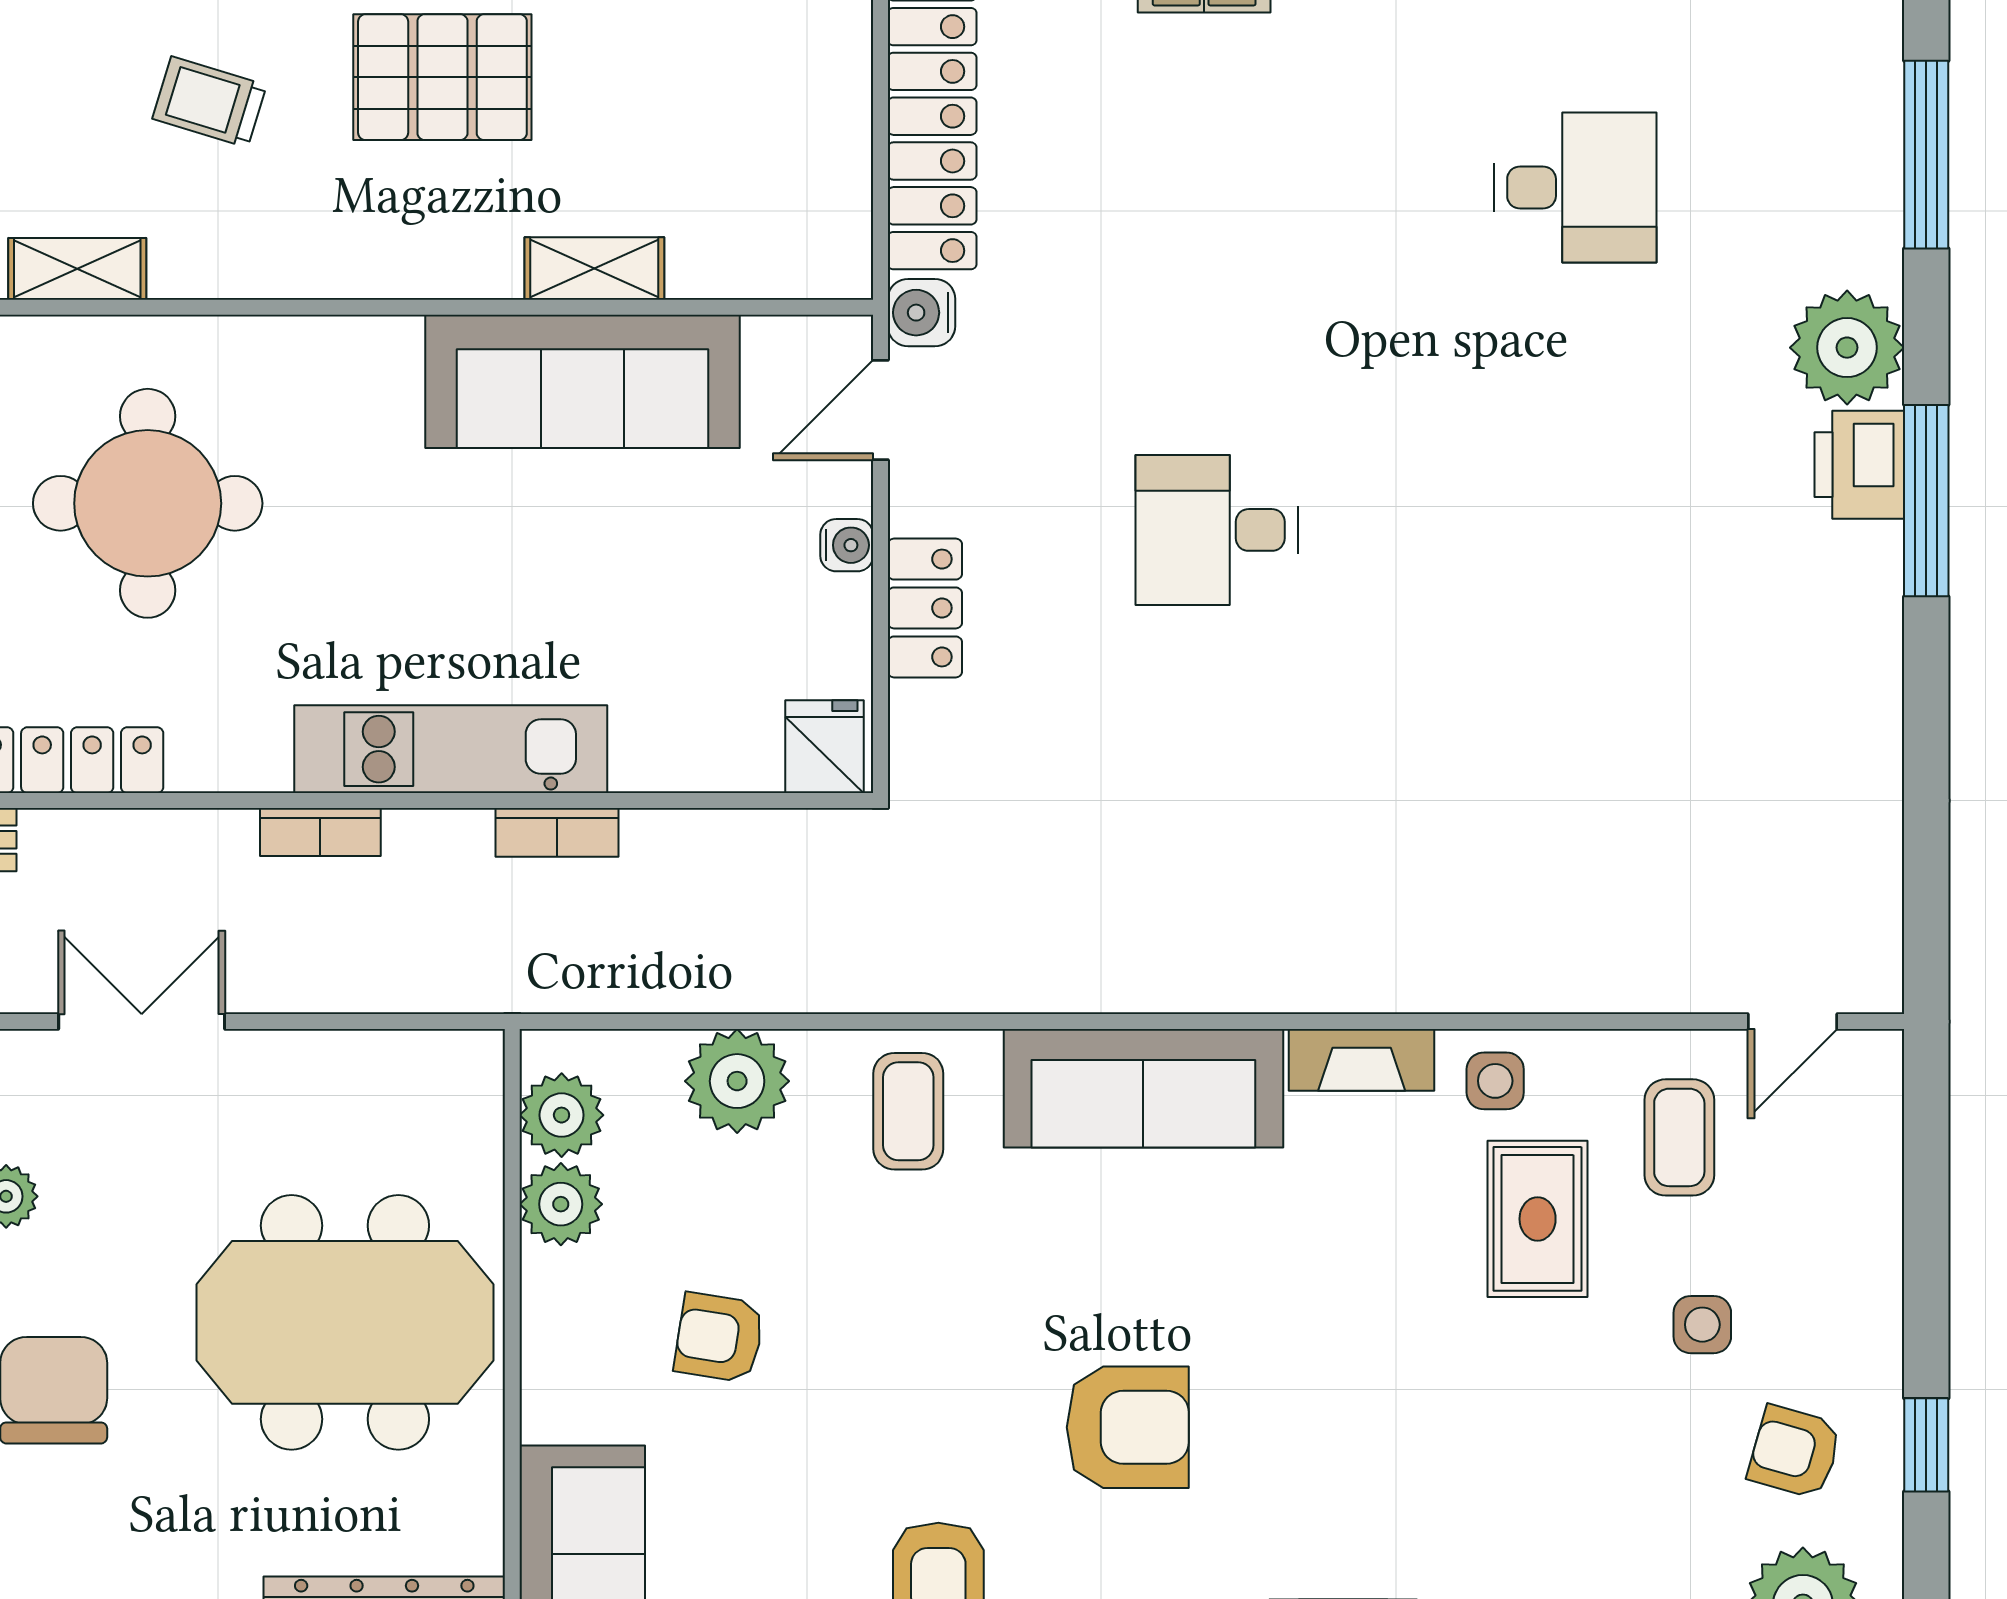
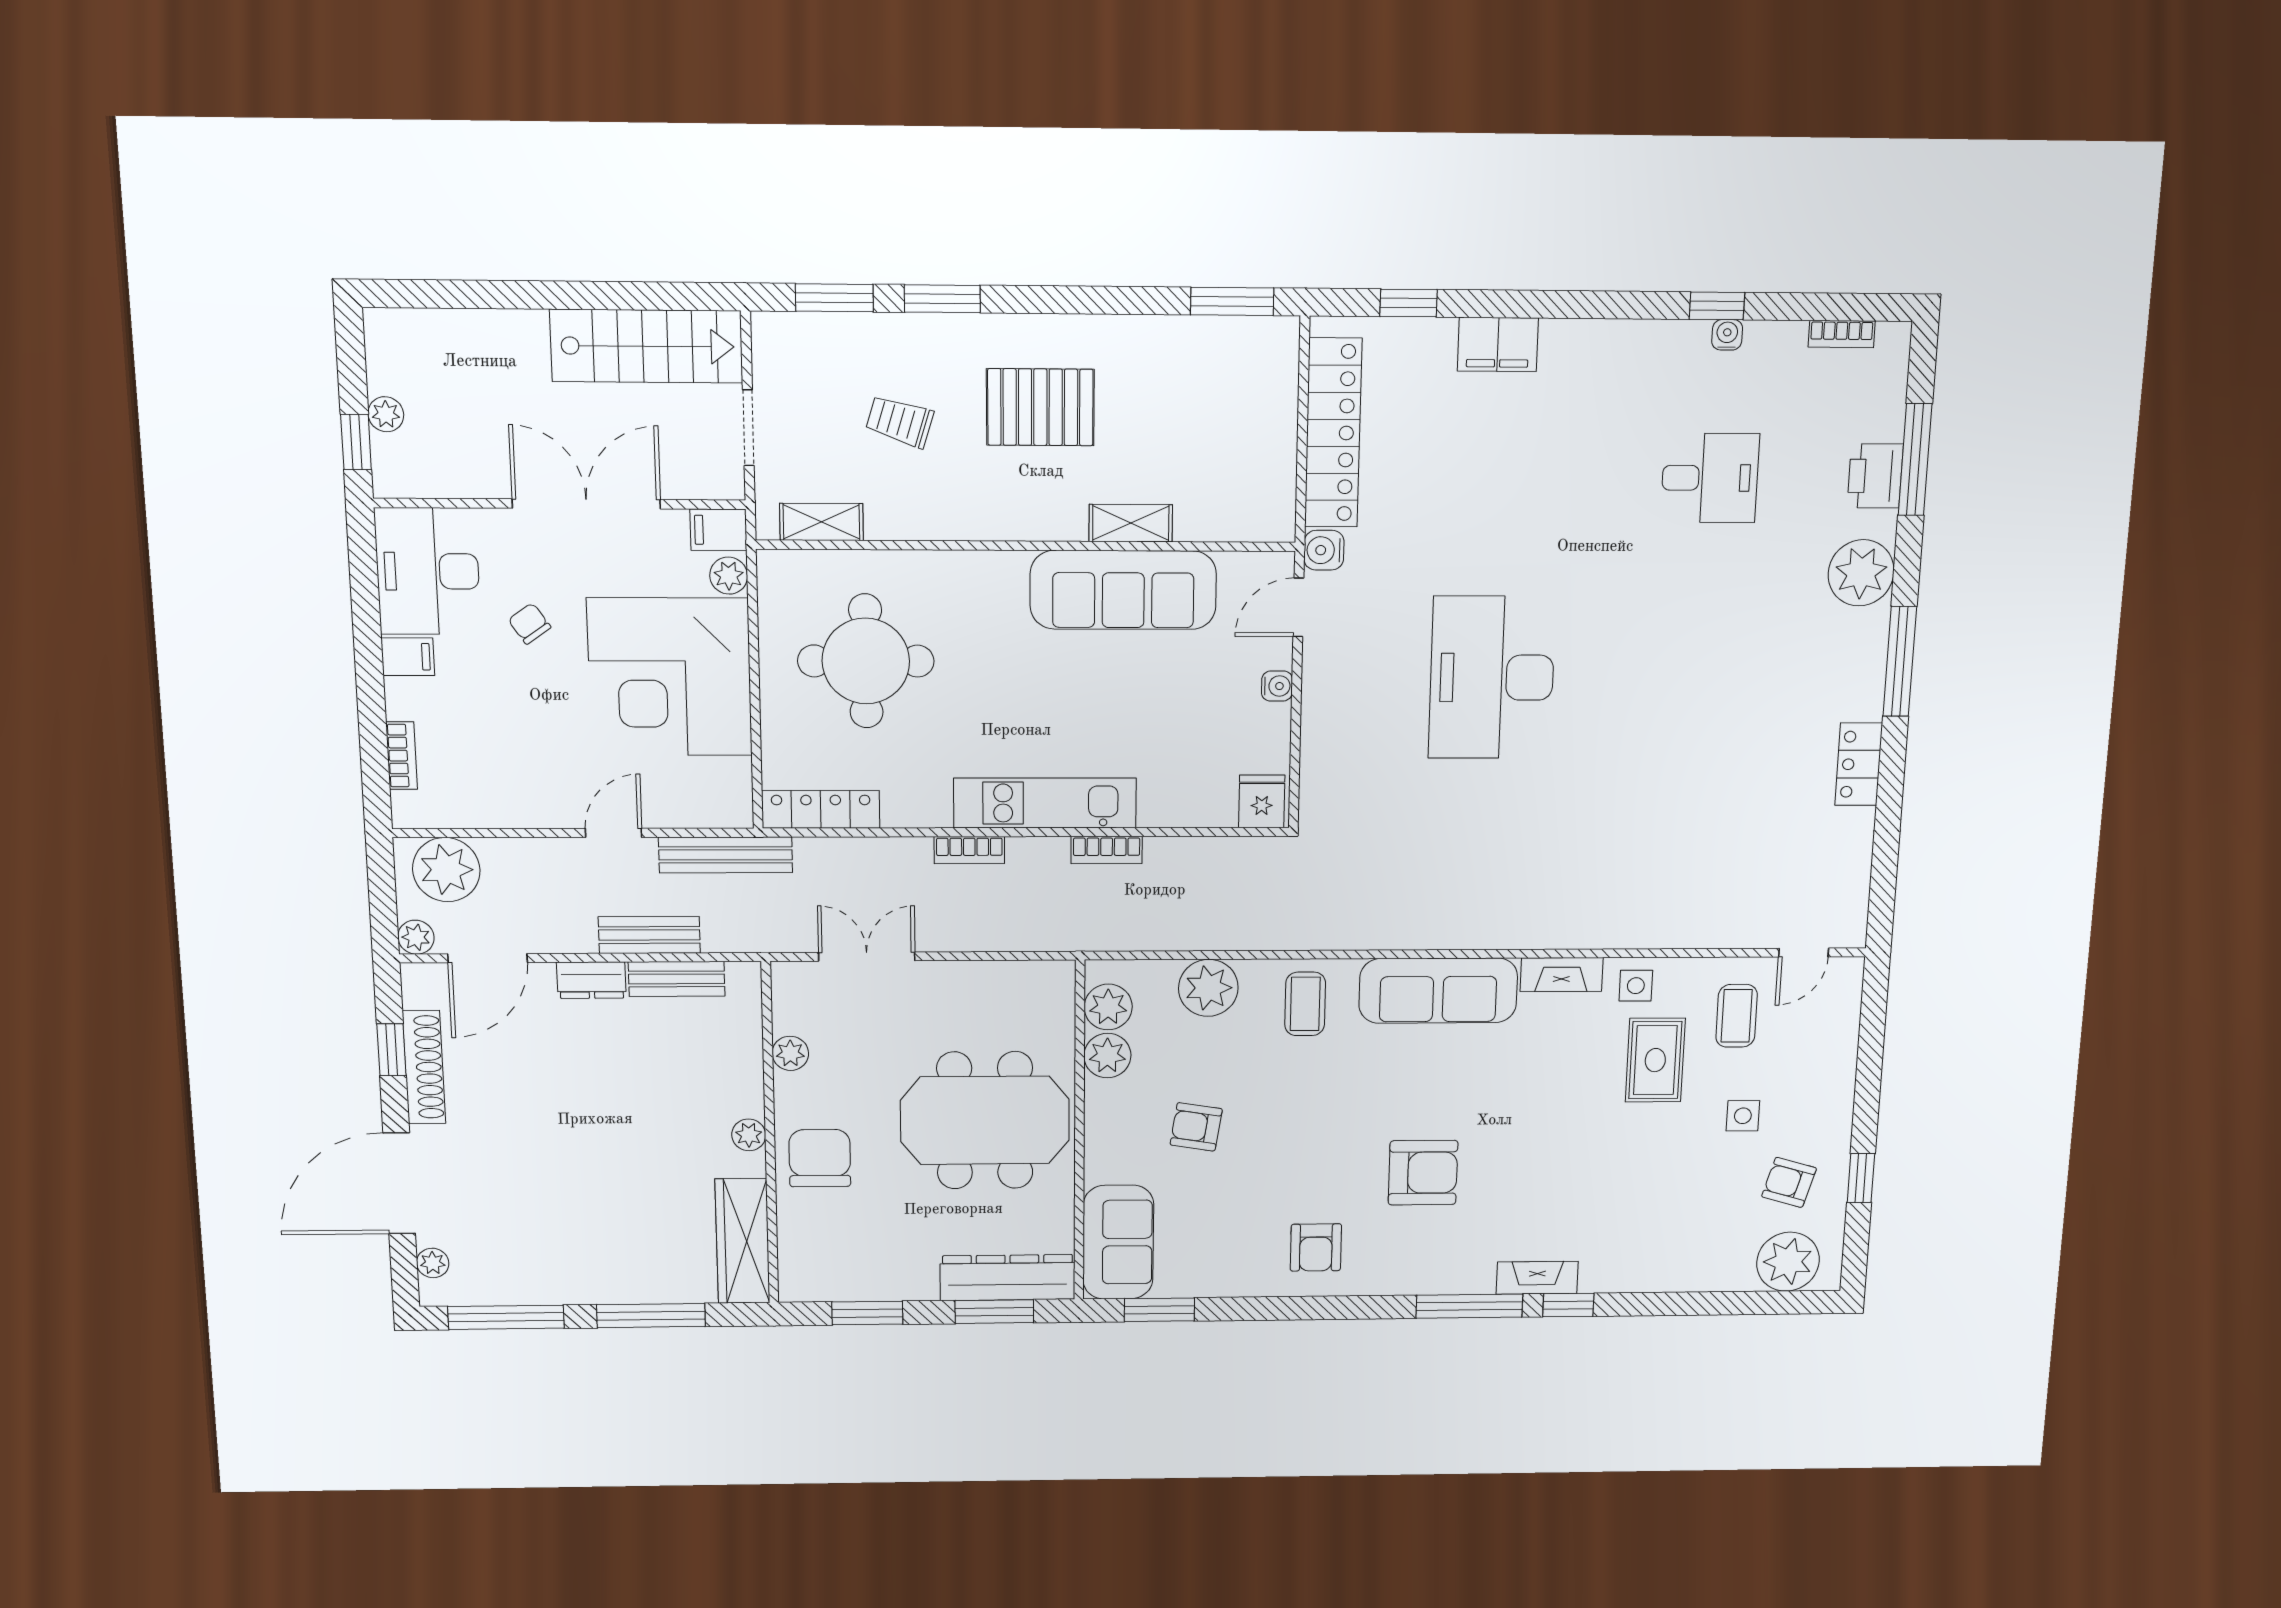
printer: (1859, 465) -> (1875, 476), moved
desk: (1217, 530) -> (1492, 678), width x1.87, depth x1.30
locker: (925, 608) -> (1859, 764), moved, turned 180

